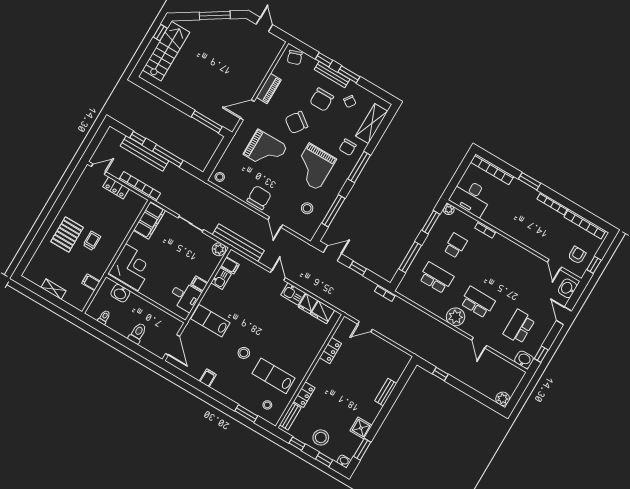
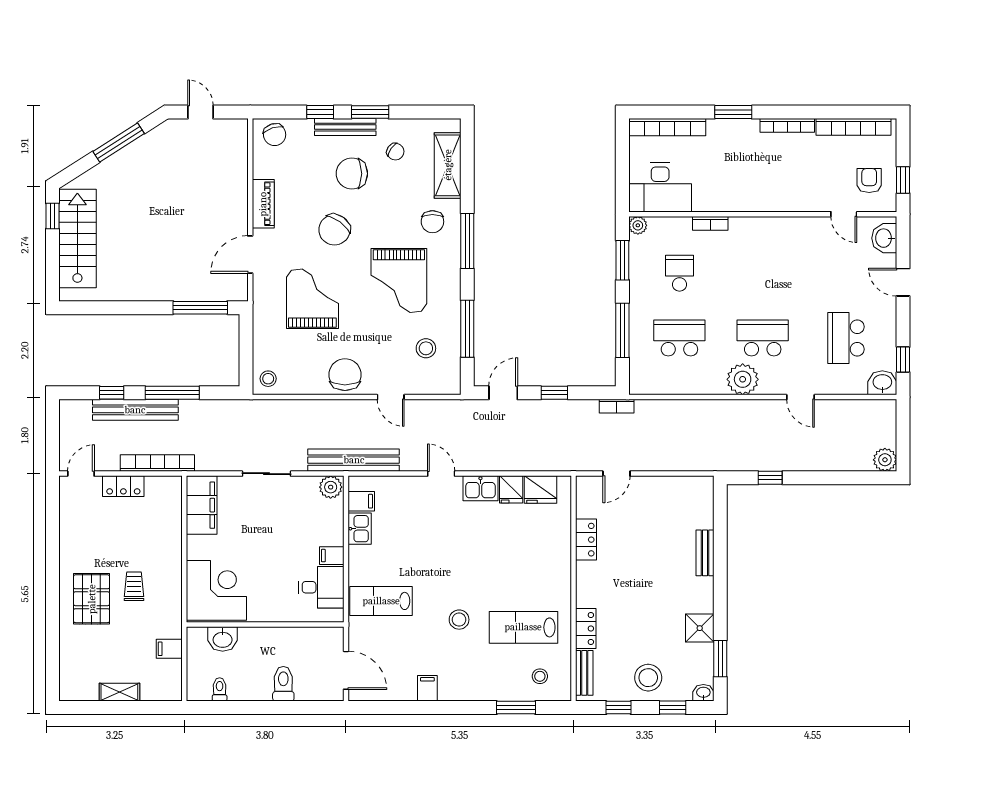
chair: (322, 100) -> (352, 174), turned 90
grand piano: (265, 150) -> (312, 299), turned -90

